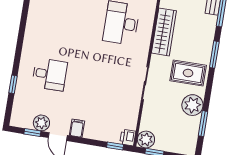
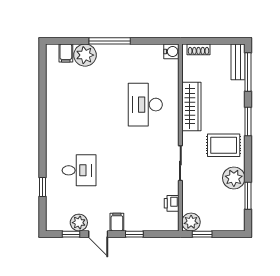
printer: (128, 137) -> (172, 203), moved
window: (115, 146) -> (134, 234), moved

